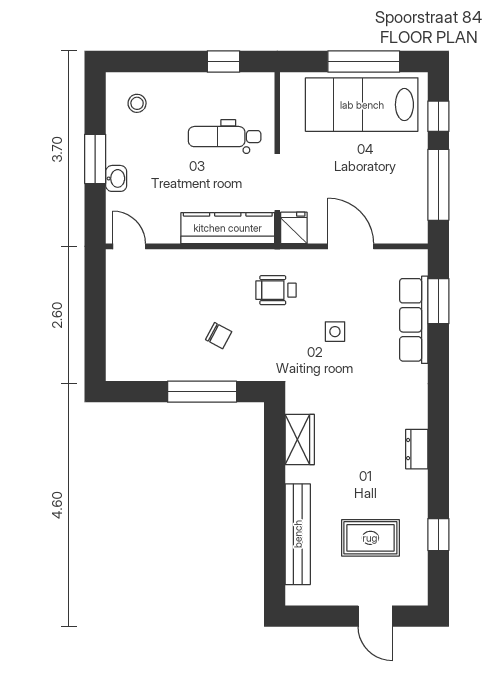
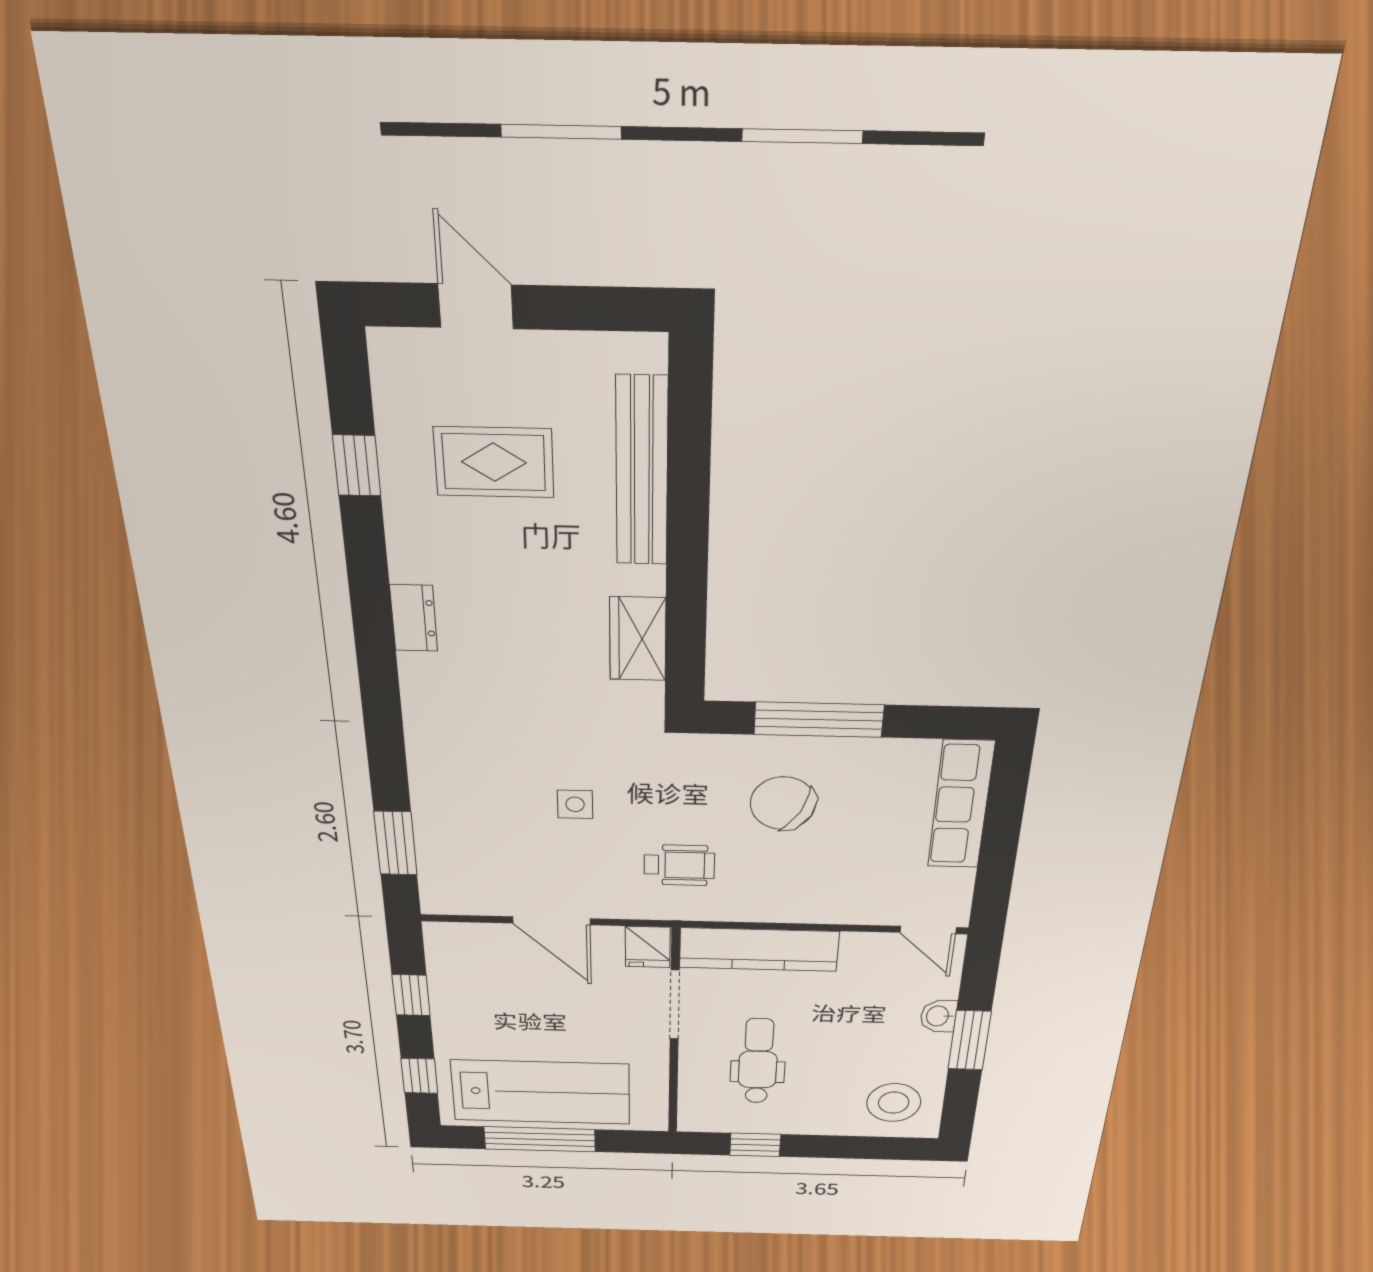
stool: (137, 103) -> (894, 1103), width x1.89, depth x1.89
dental chair: (225, 137) -> (758, 1061), turned -90
window: (438, 185) -> (411, 995), width x0.46
row of seats: (414, 320) -> (961, 805), moved, turned 180
chair: (219, 336) -> (783, 803), width x1.87, depth x1.87

